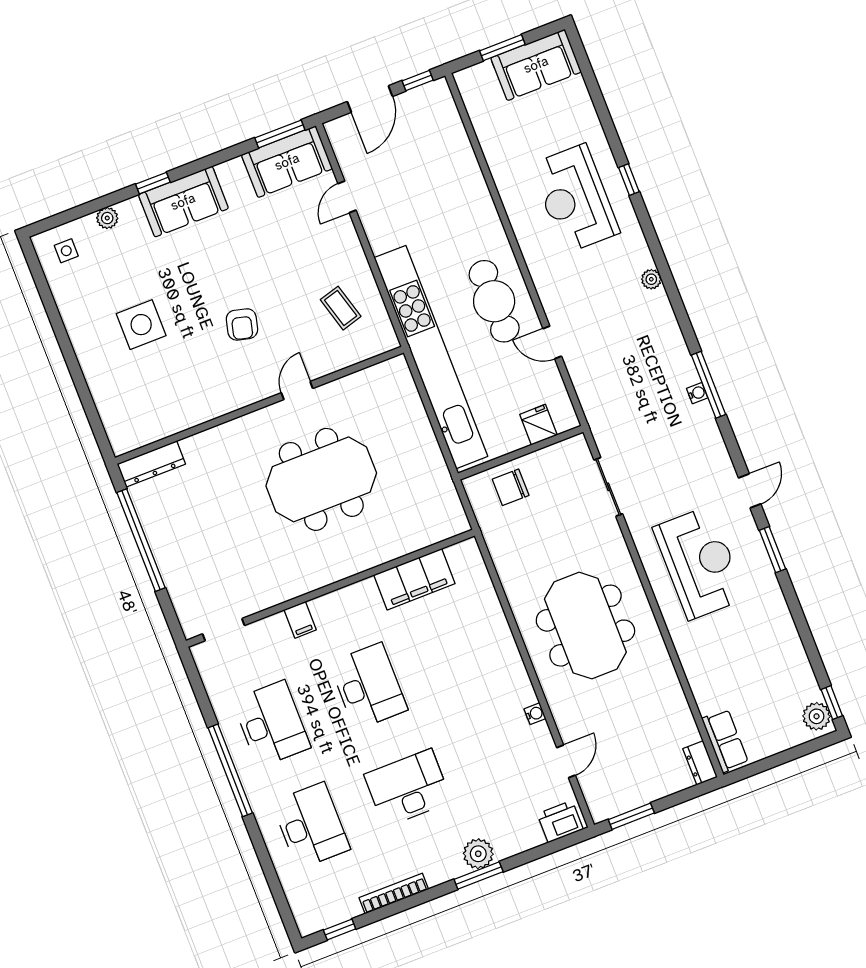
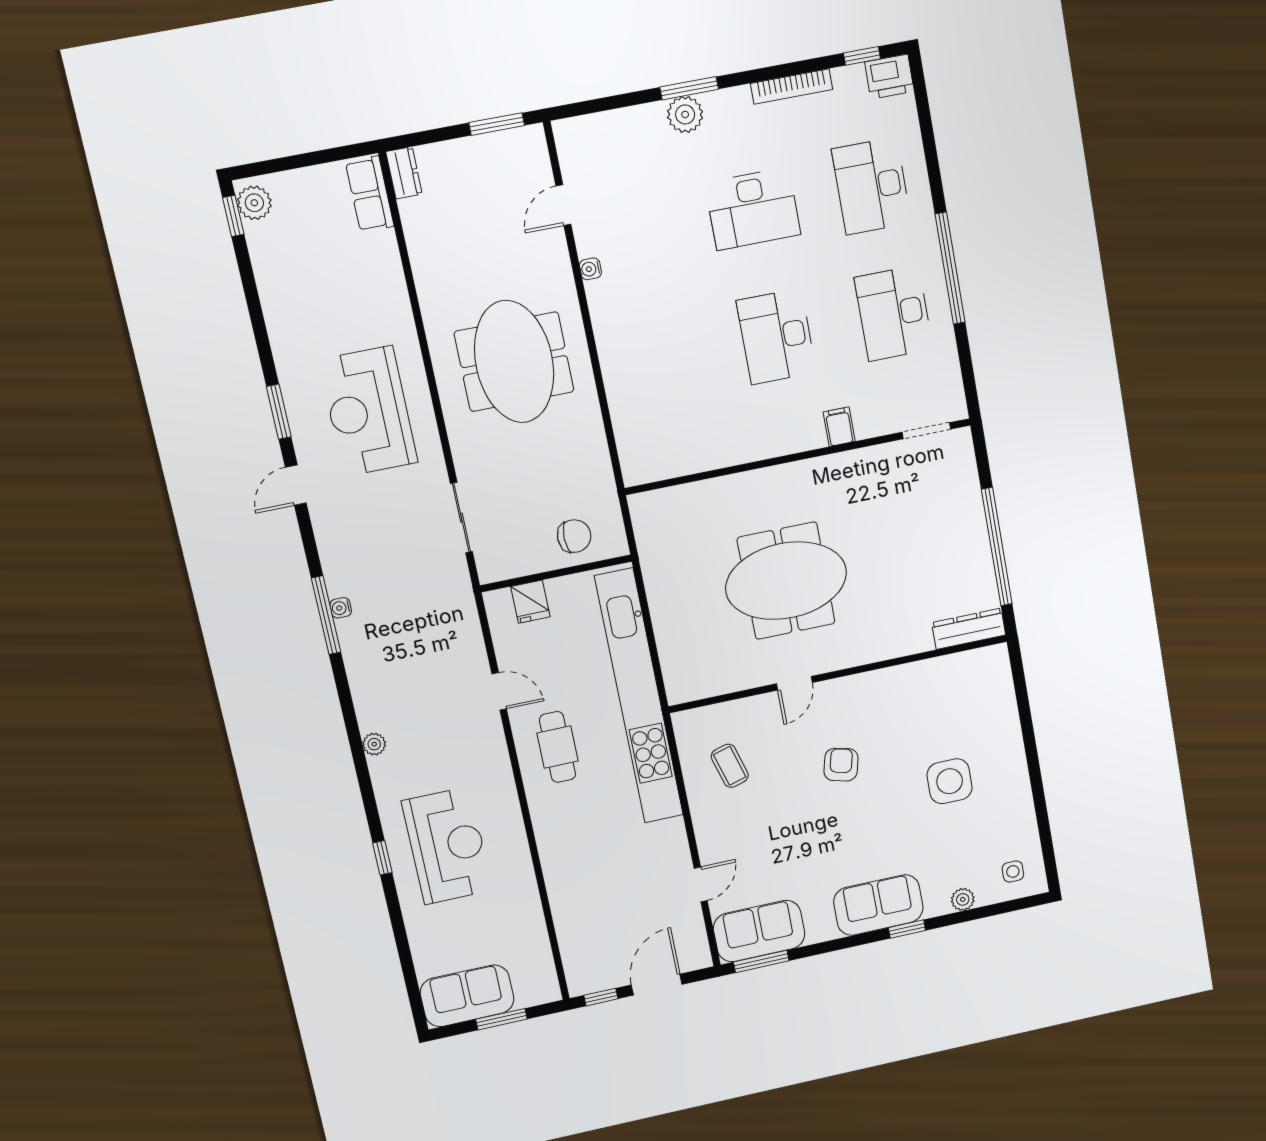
cafe table: (494, 301) -> (557, 747), width x0.73, depth x0.74
filing cabinet: (414, 579) -> (702, 450), removed
printer: (560, 822) -> (889, 77), moved

